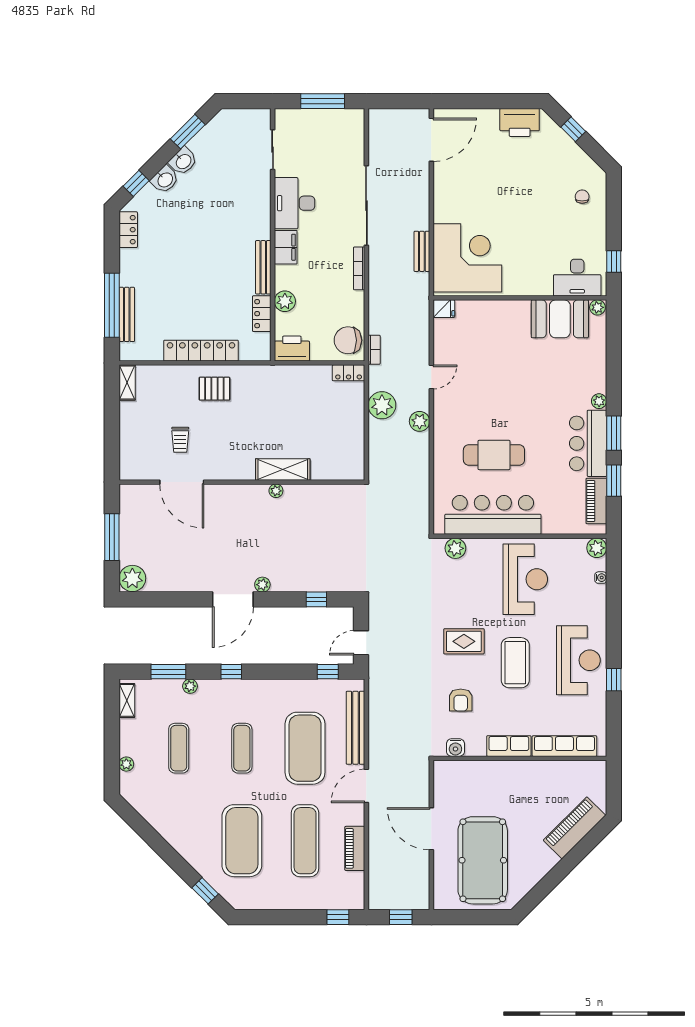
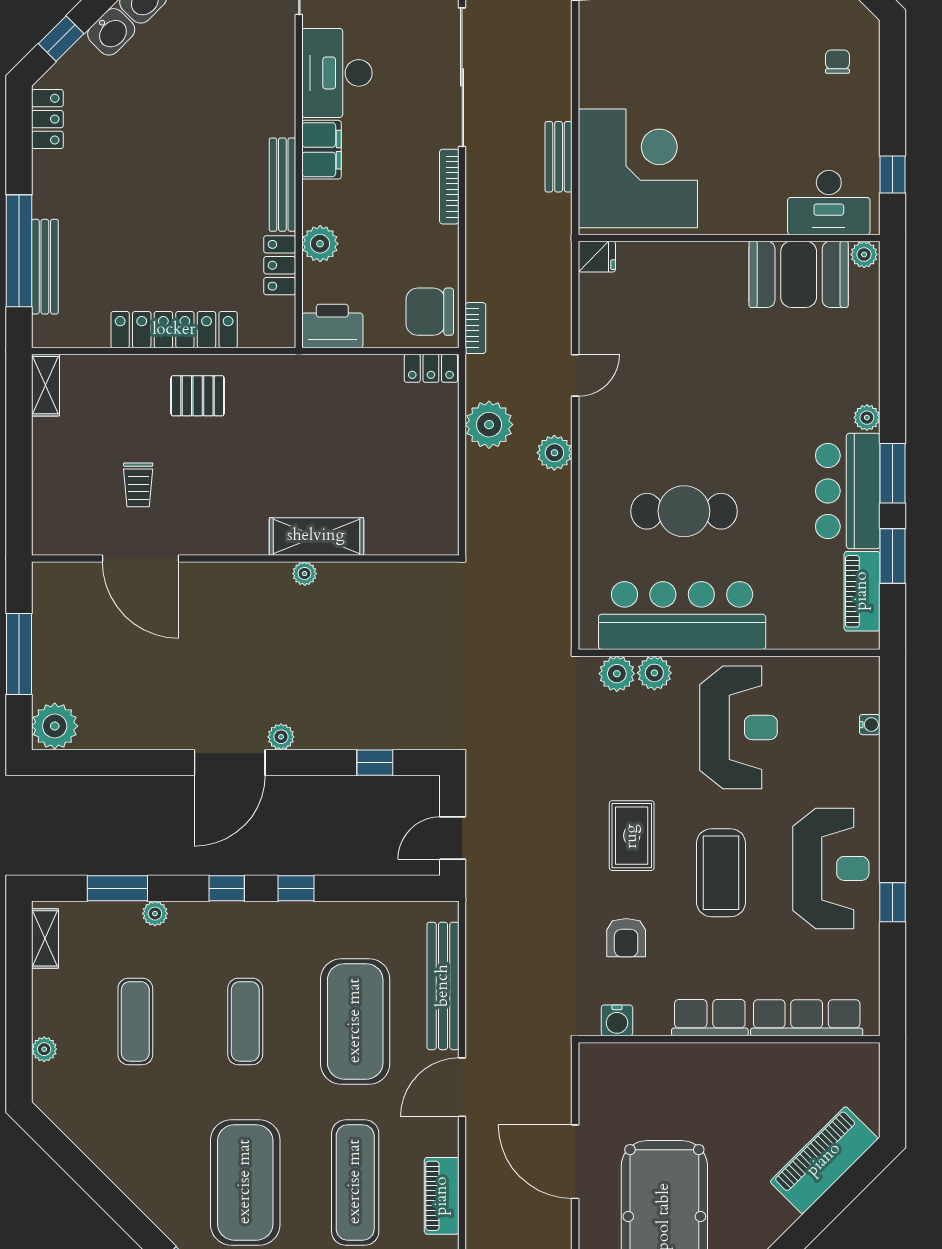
plant: (597, 548) -> (654, 673), moved
rug: (464, 641) -> (632, 836), turned 90
window: (328, 672) -> (296, 888), moved

